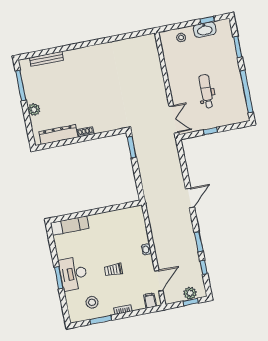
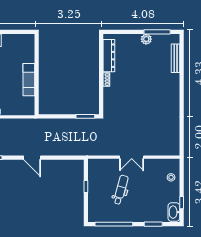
washbasin: (205, 30) -> (174, 212), moved
dental chair: (206, 91) -> (121, 190), turned -75
plant: (34, 110) -> (146, 39), moved
double door: (174, 119) -> (132, 157), moved
exam couch: (70, 226) -> (29, 80), moved

